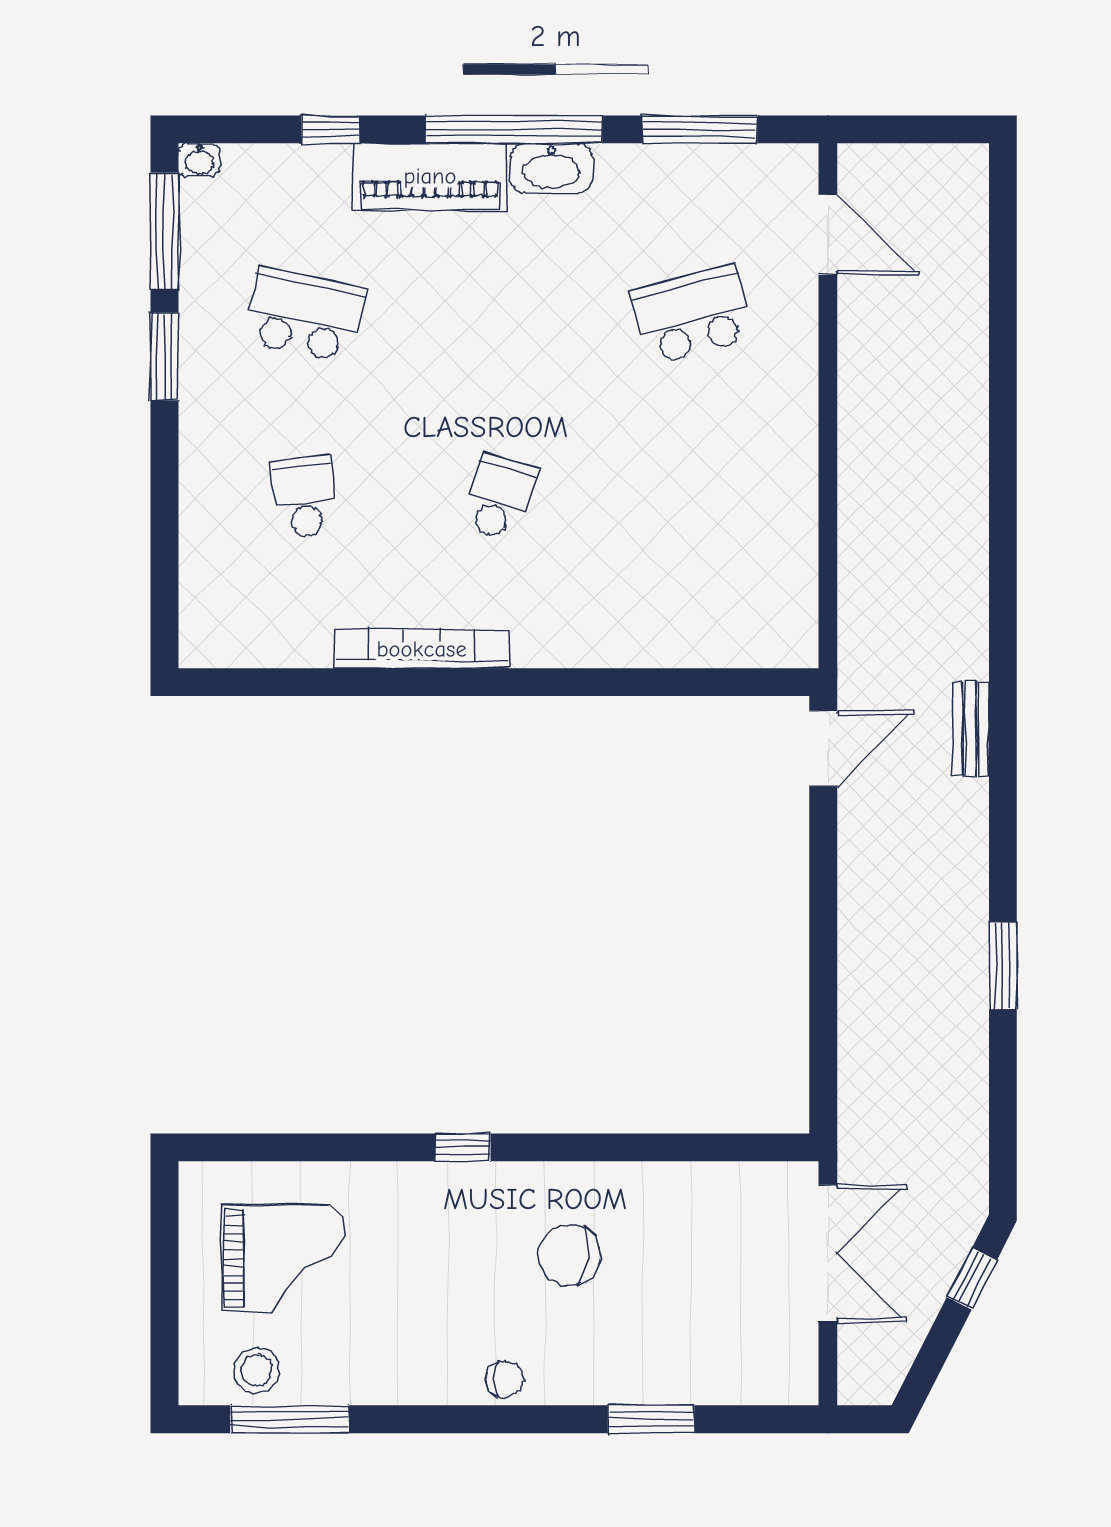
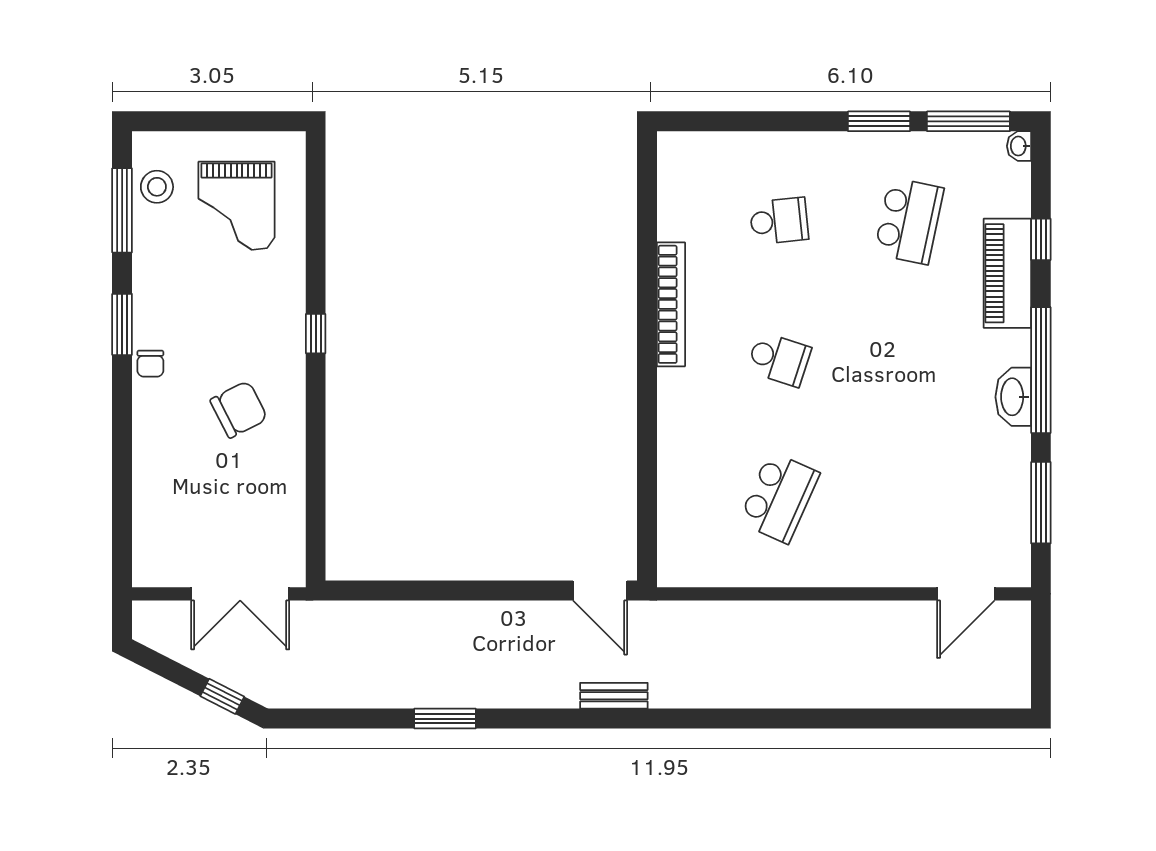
piano: (430, 176) -> (1007, 273), moved
school desk: (693, 315) -> (779, 497), moved, turned 39
chair: (569, 1255) -> (239, 409), turned 59
window: (651, 1419) -> (122, 324), moved

